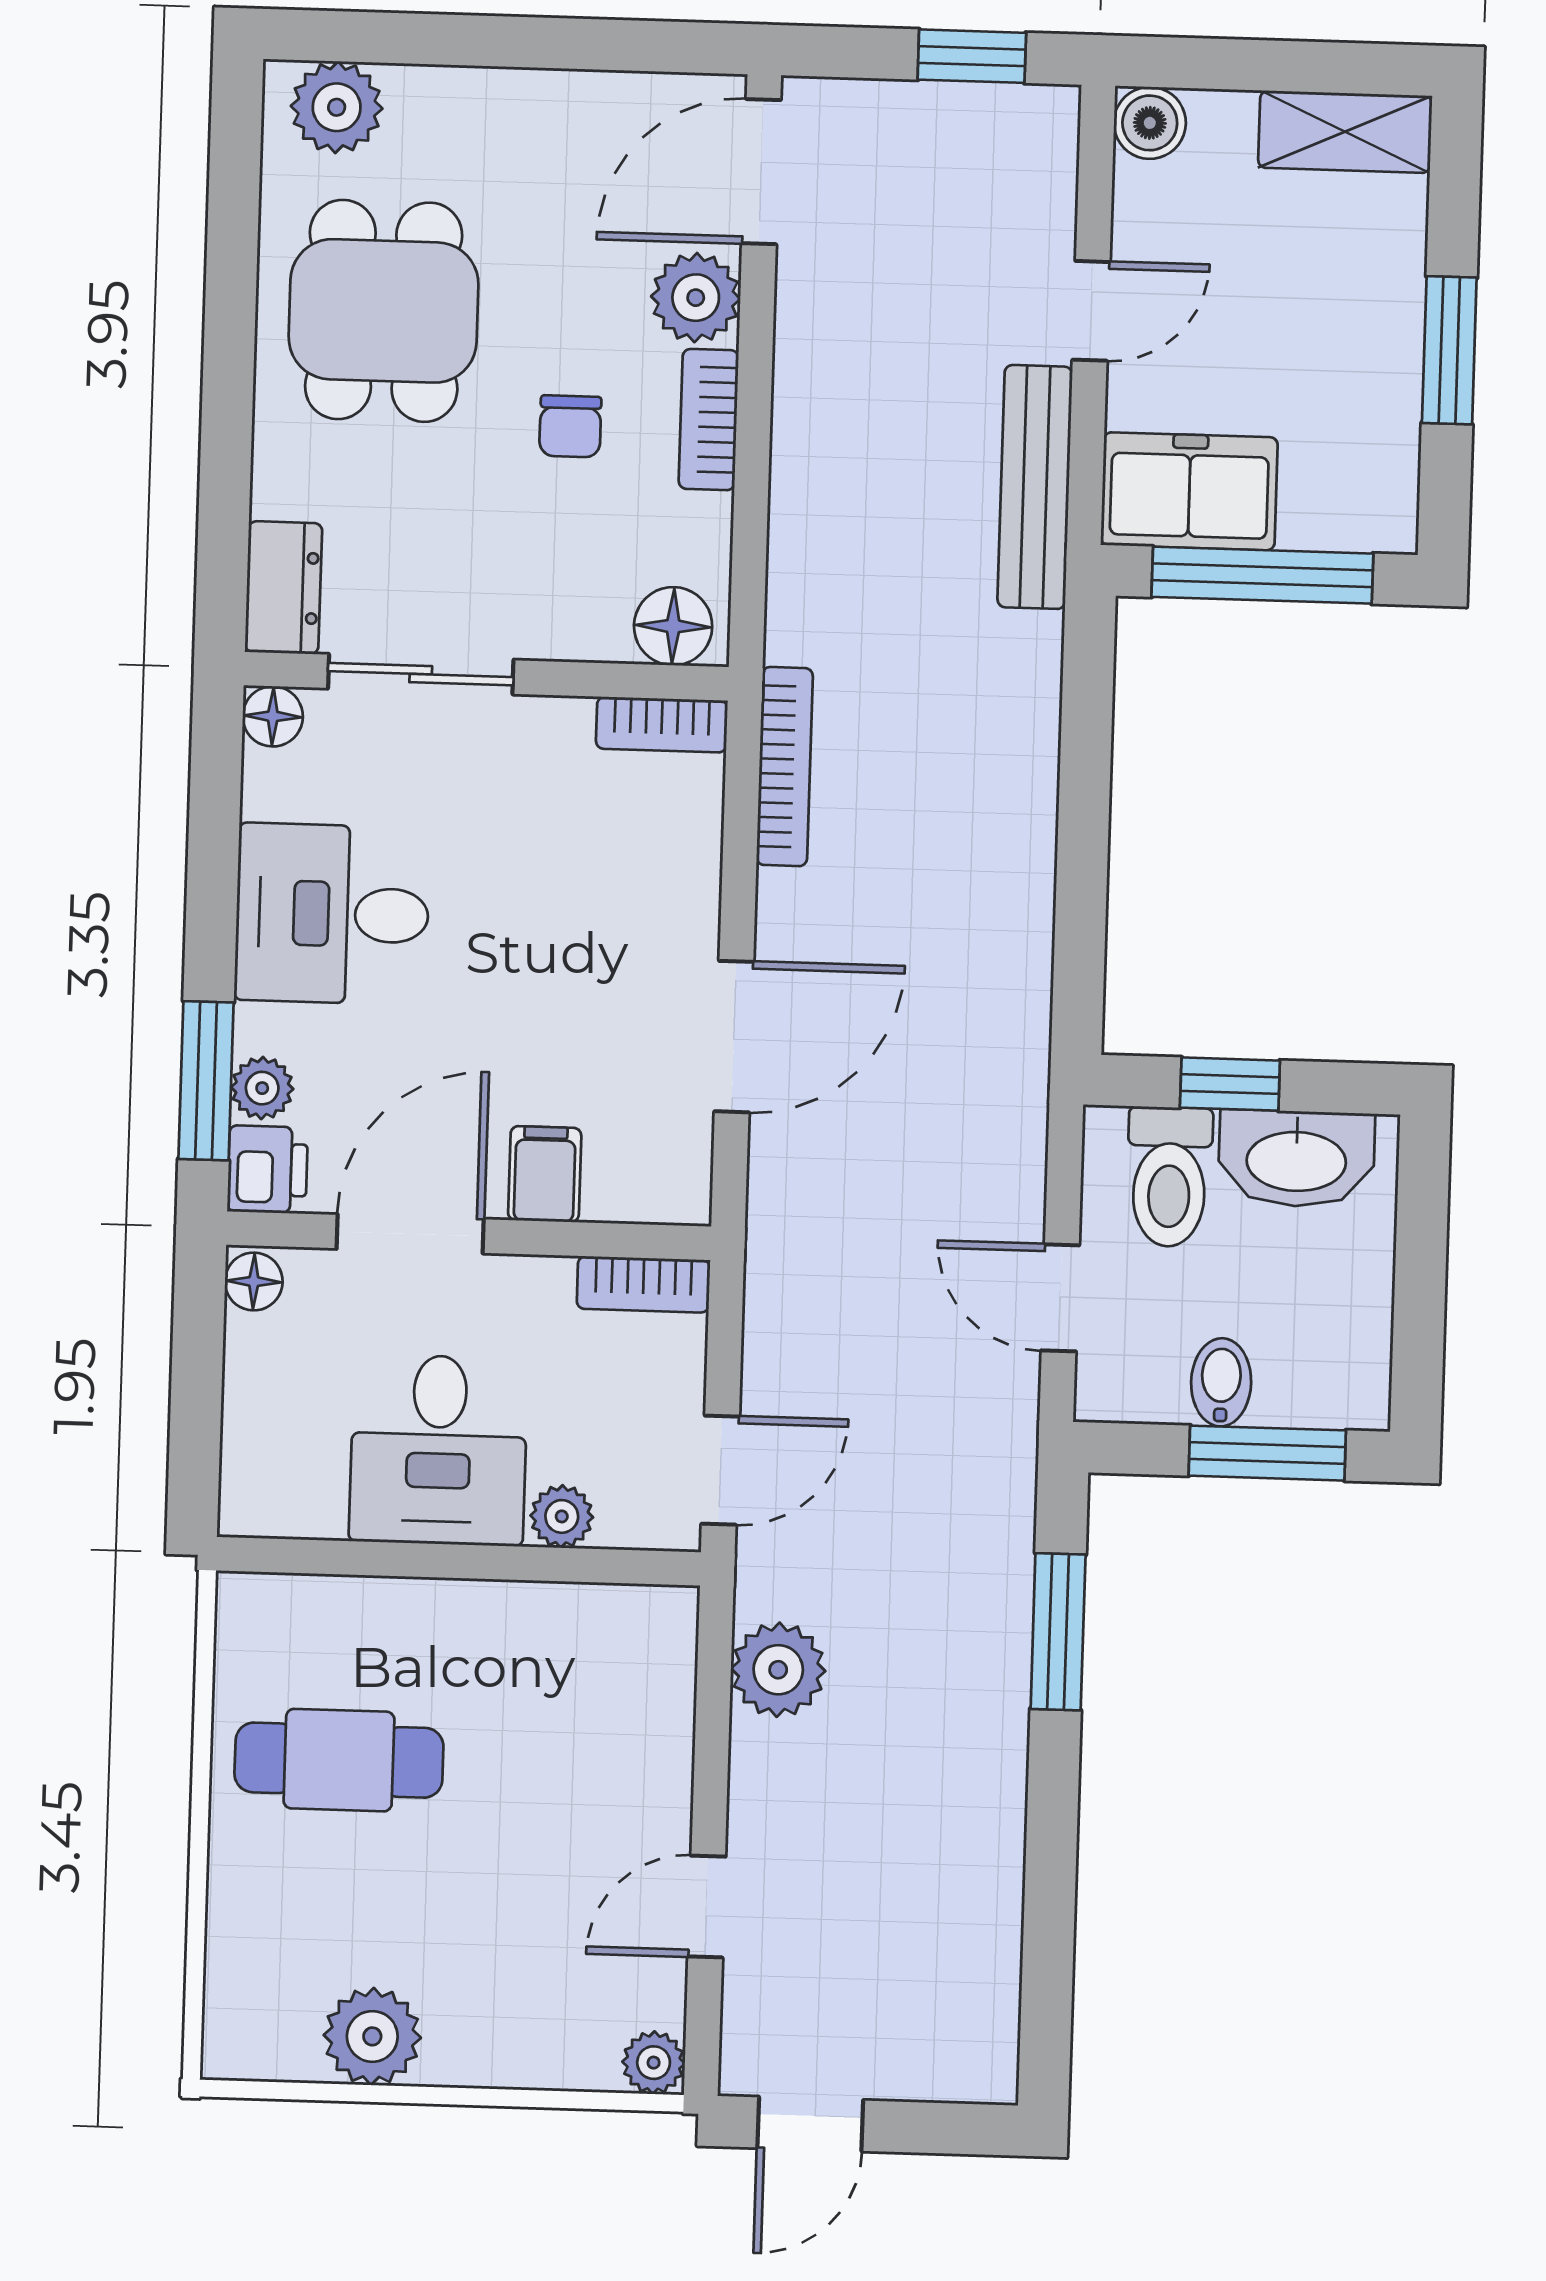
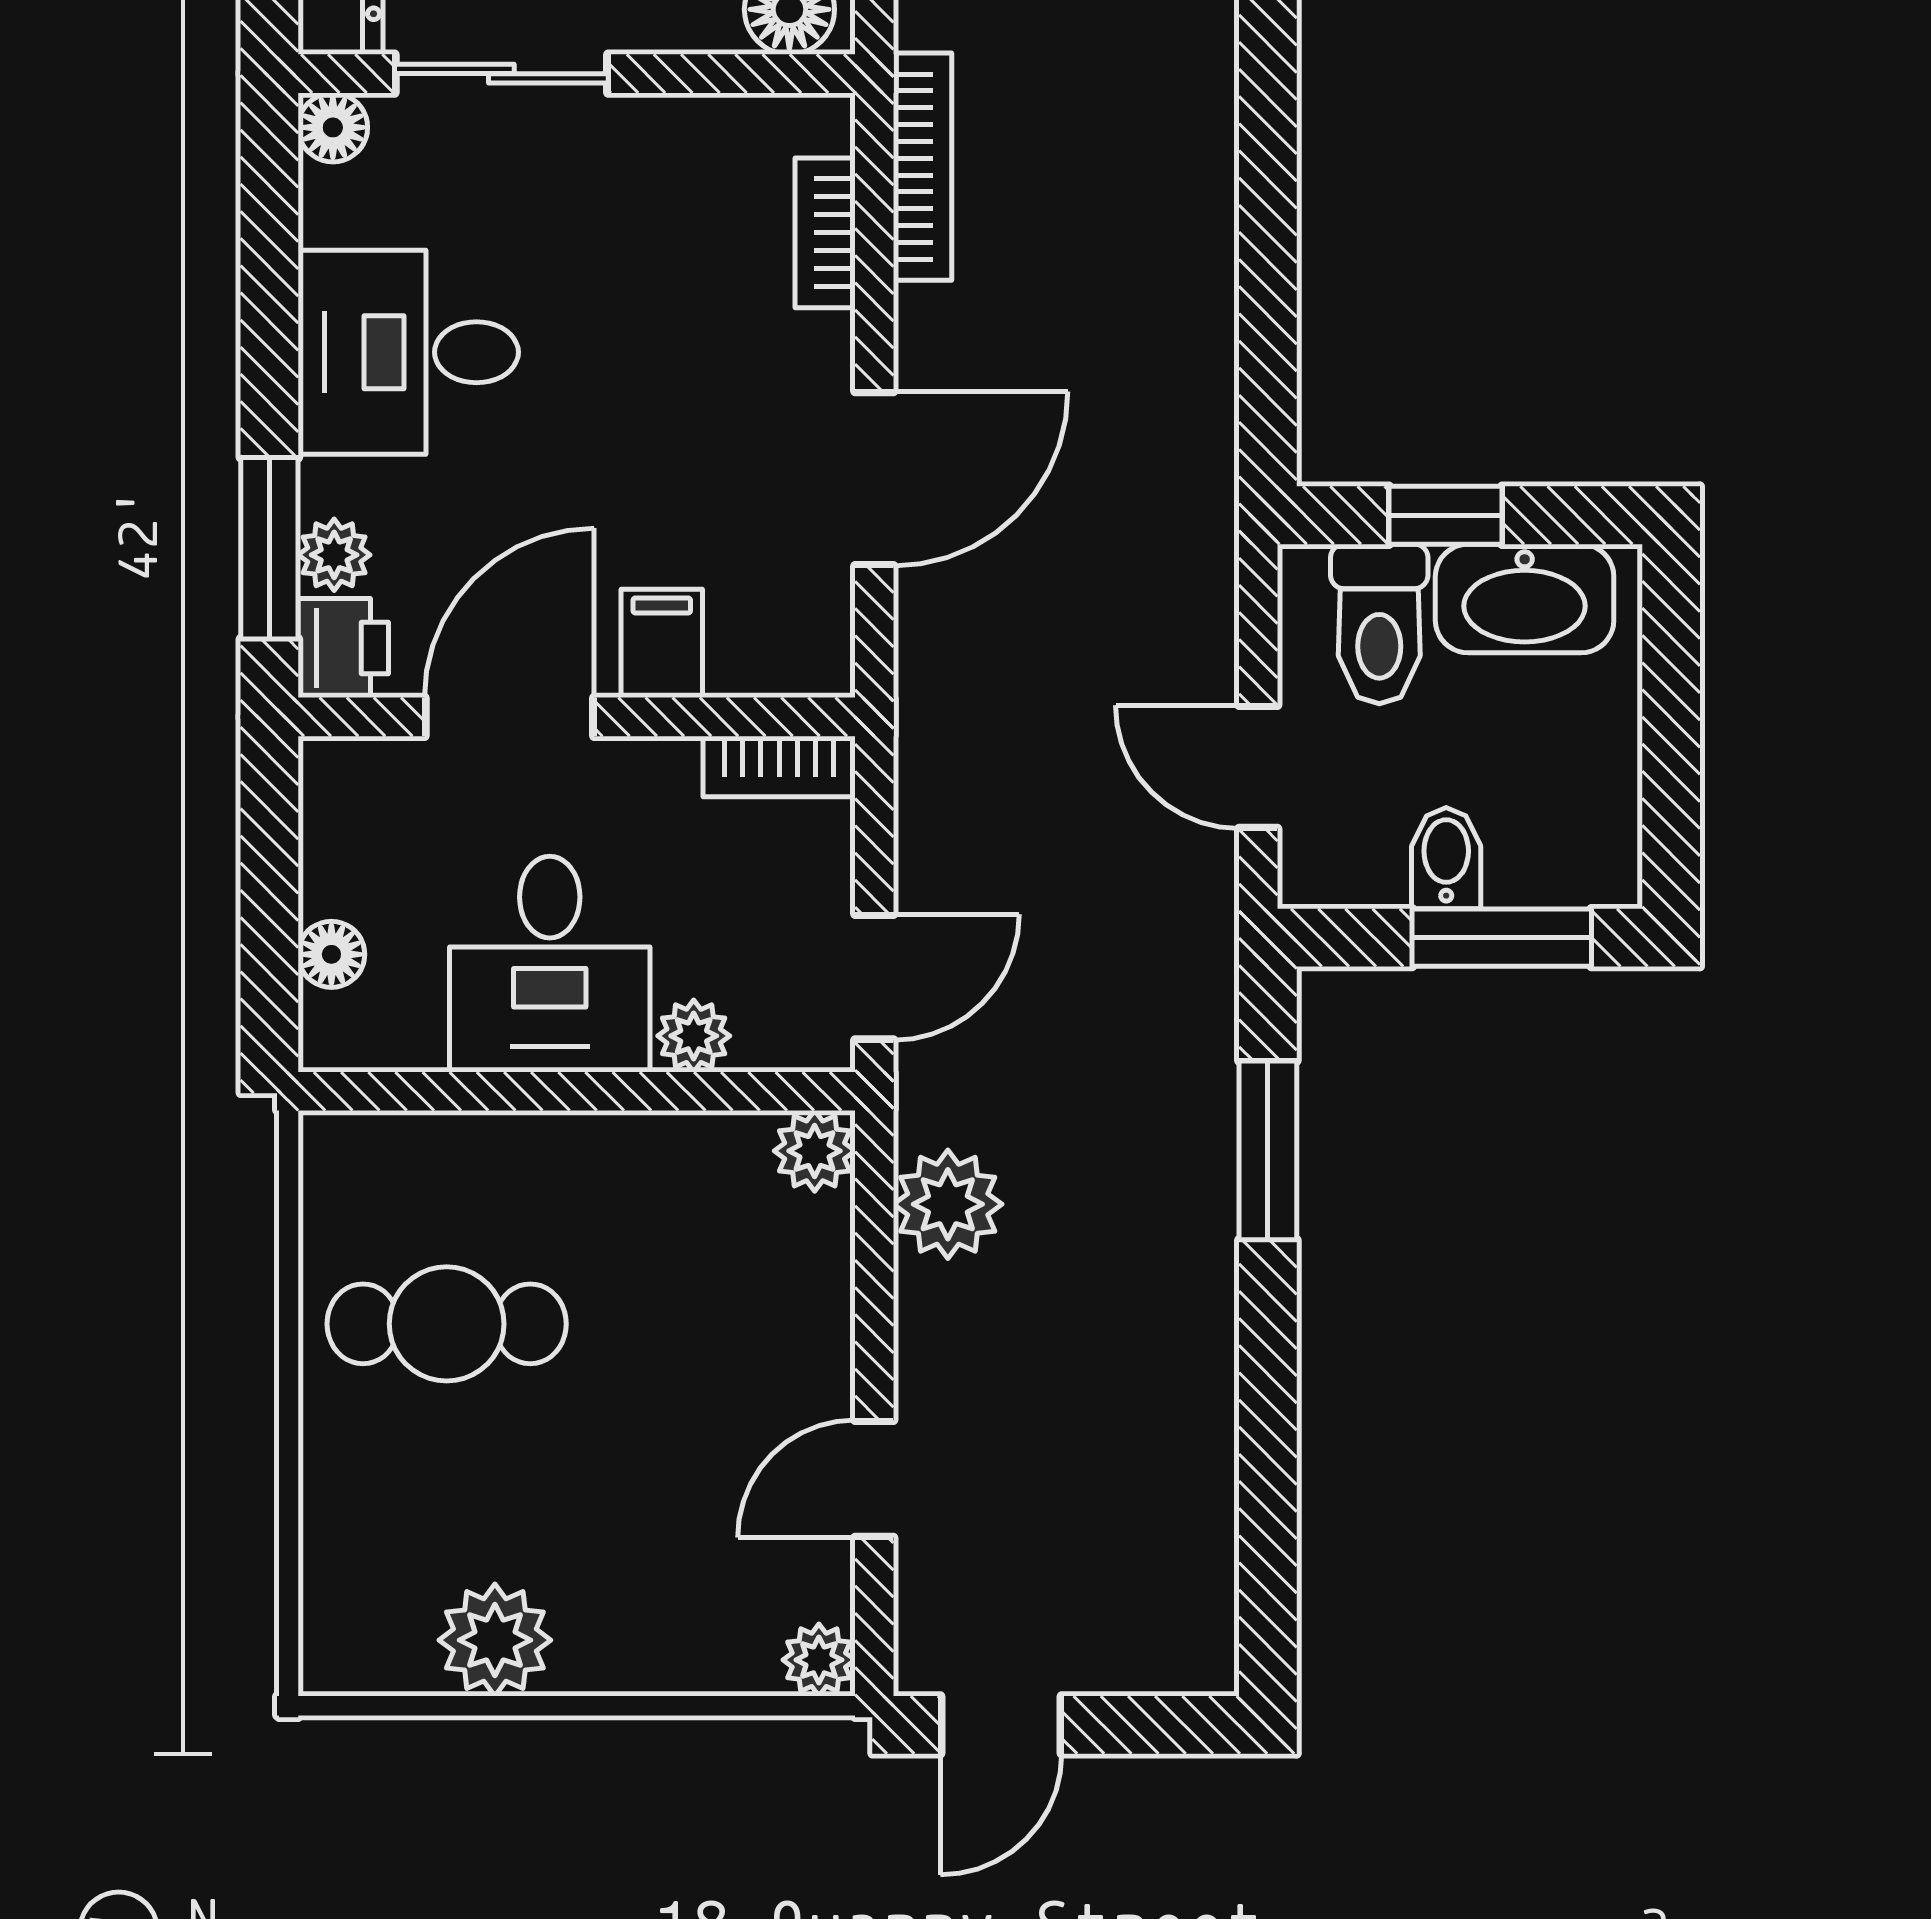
bookcase: (662, 725) -> (825, 233), moved, turned 90
floor lamp: (254, 1282) -> (331, 954), moved
plant: (664, 1620) -> (815, 1151), added

